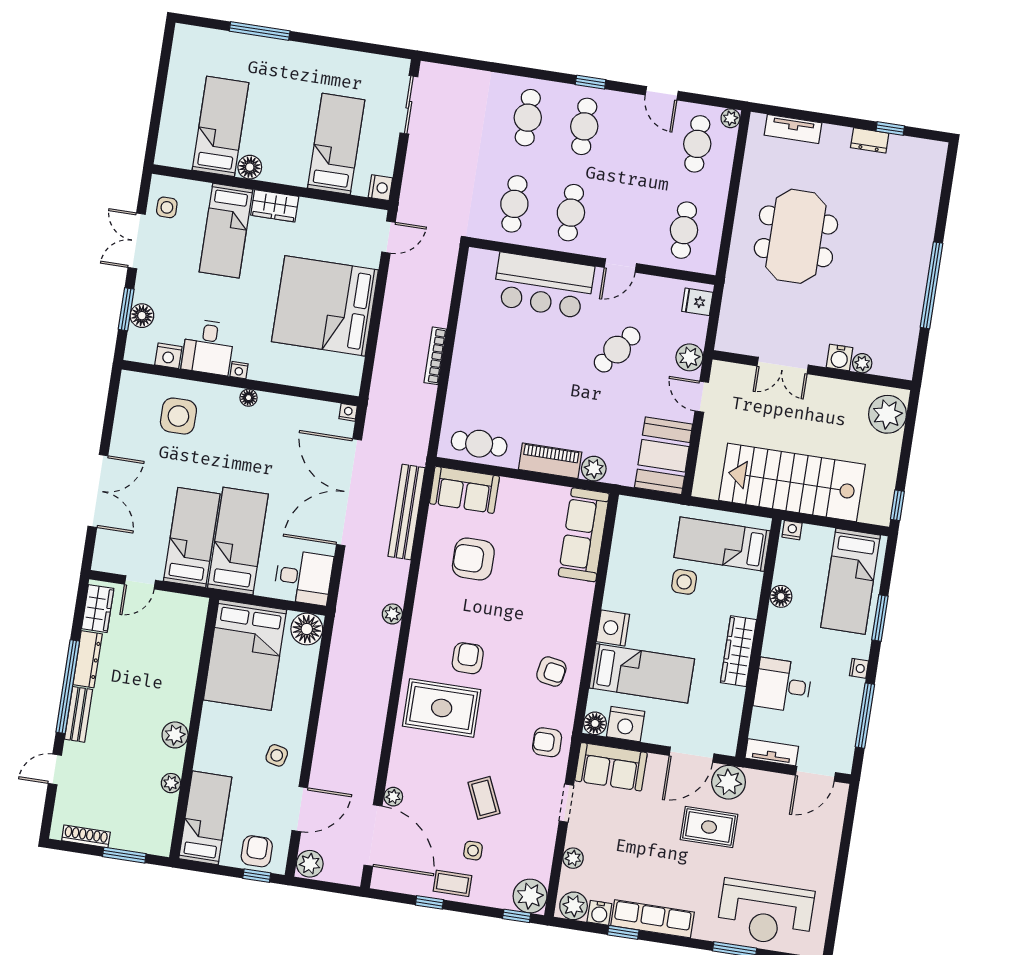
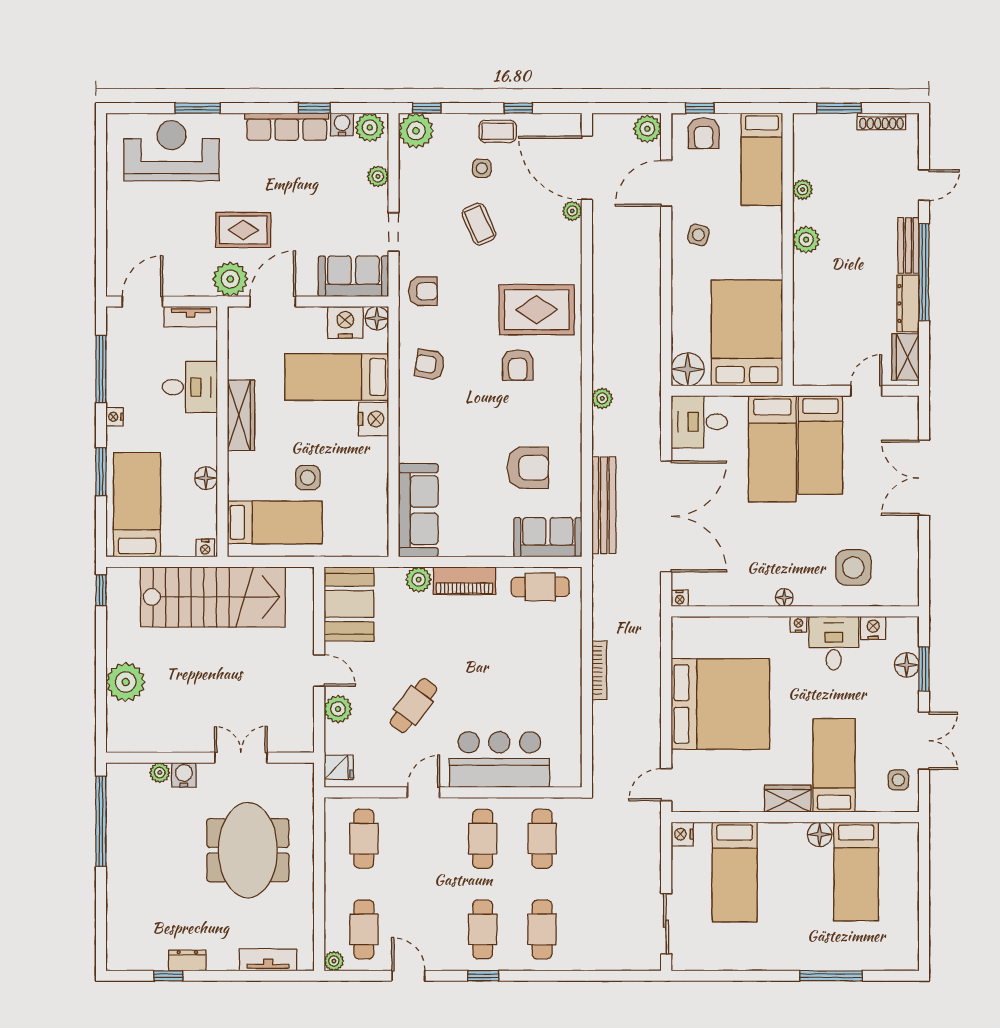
water cooler: (840, 358) -> (184, 775), moved
plant: (862, 363) -> (160, 773), moved
double door: (783, 365) -> (241, 758), moved
wall: (812, 370) -> (210, 758), moved

